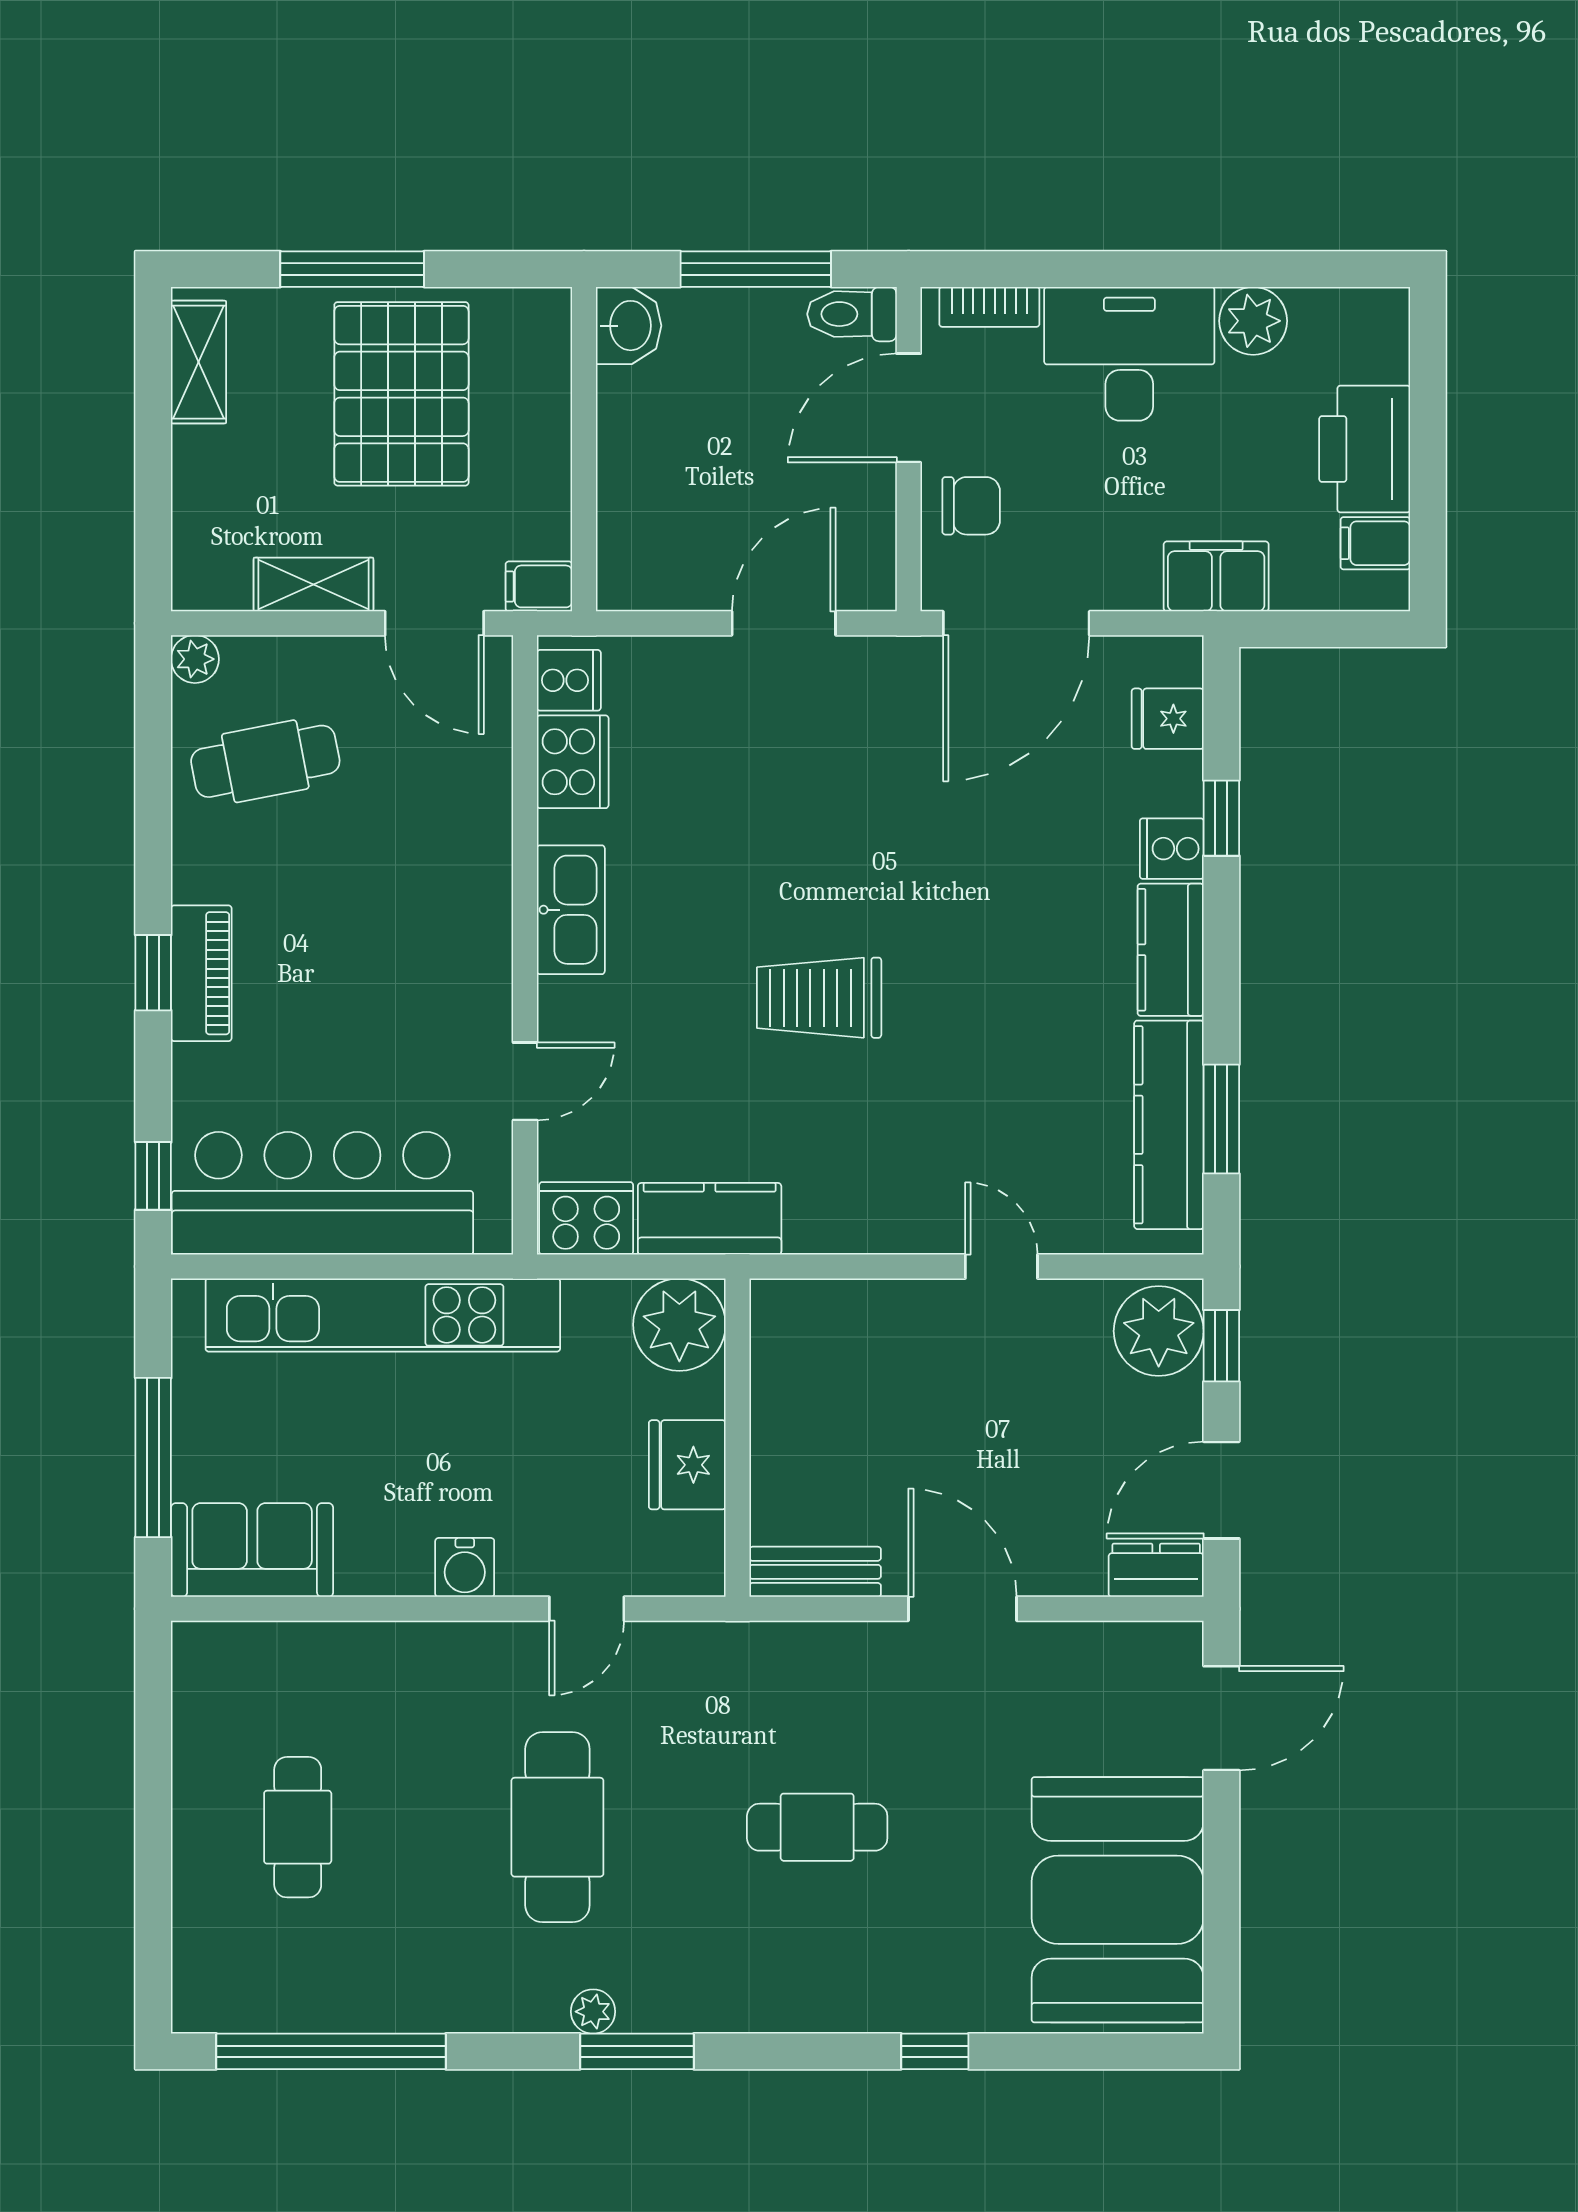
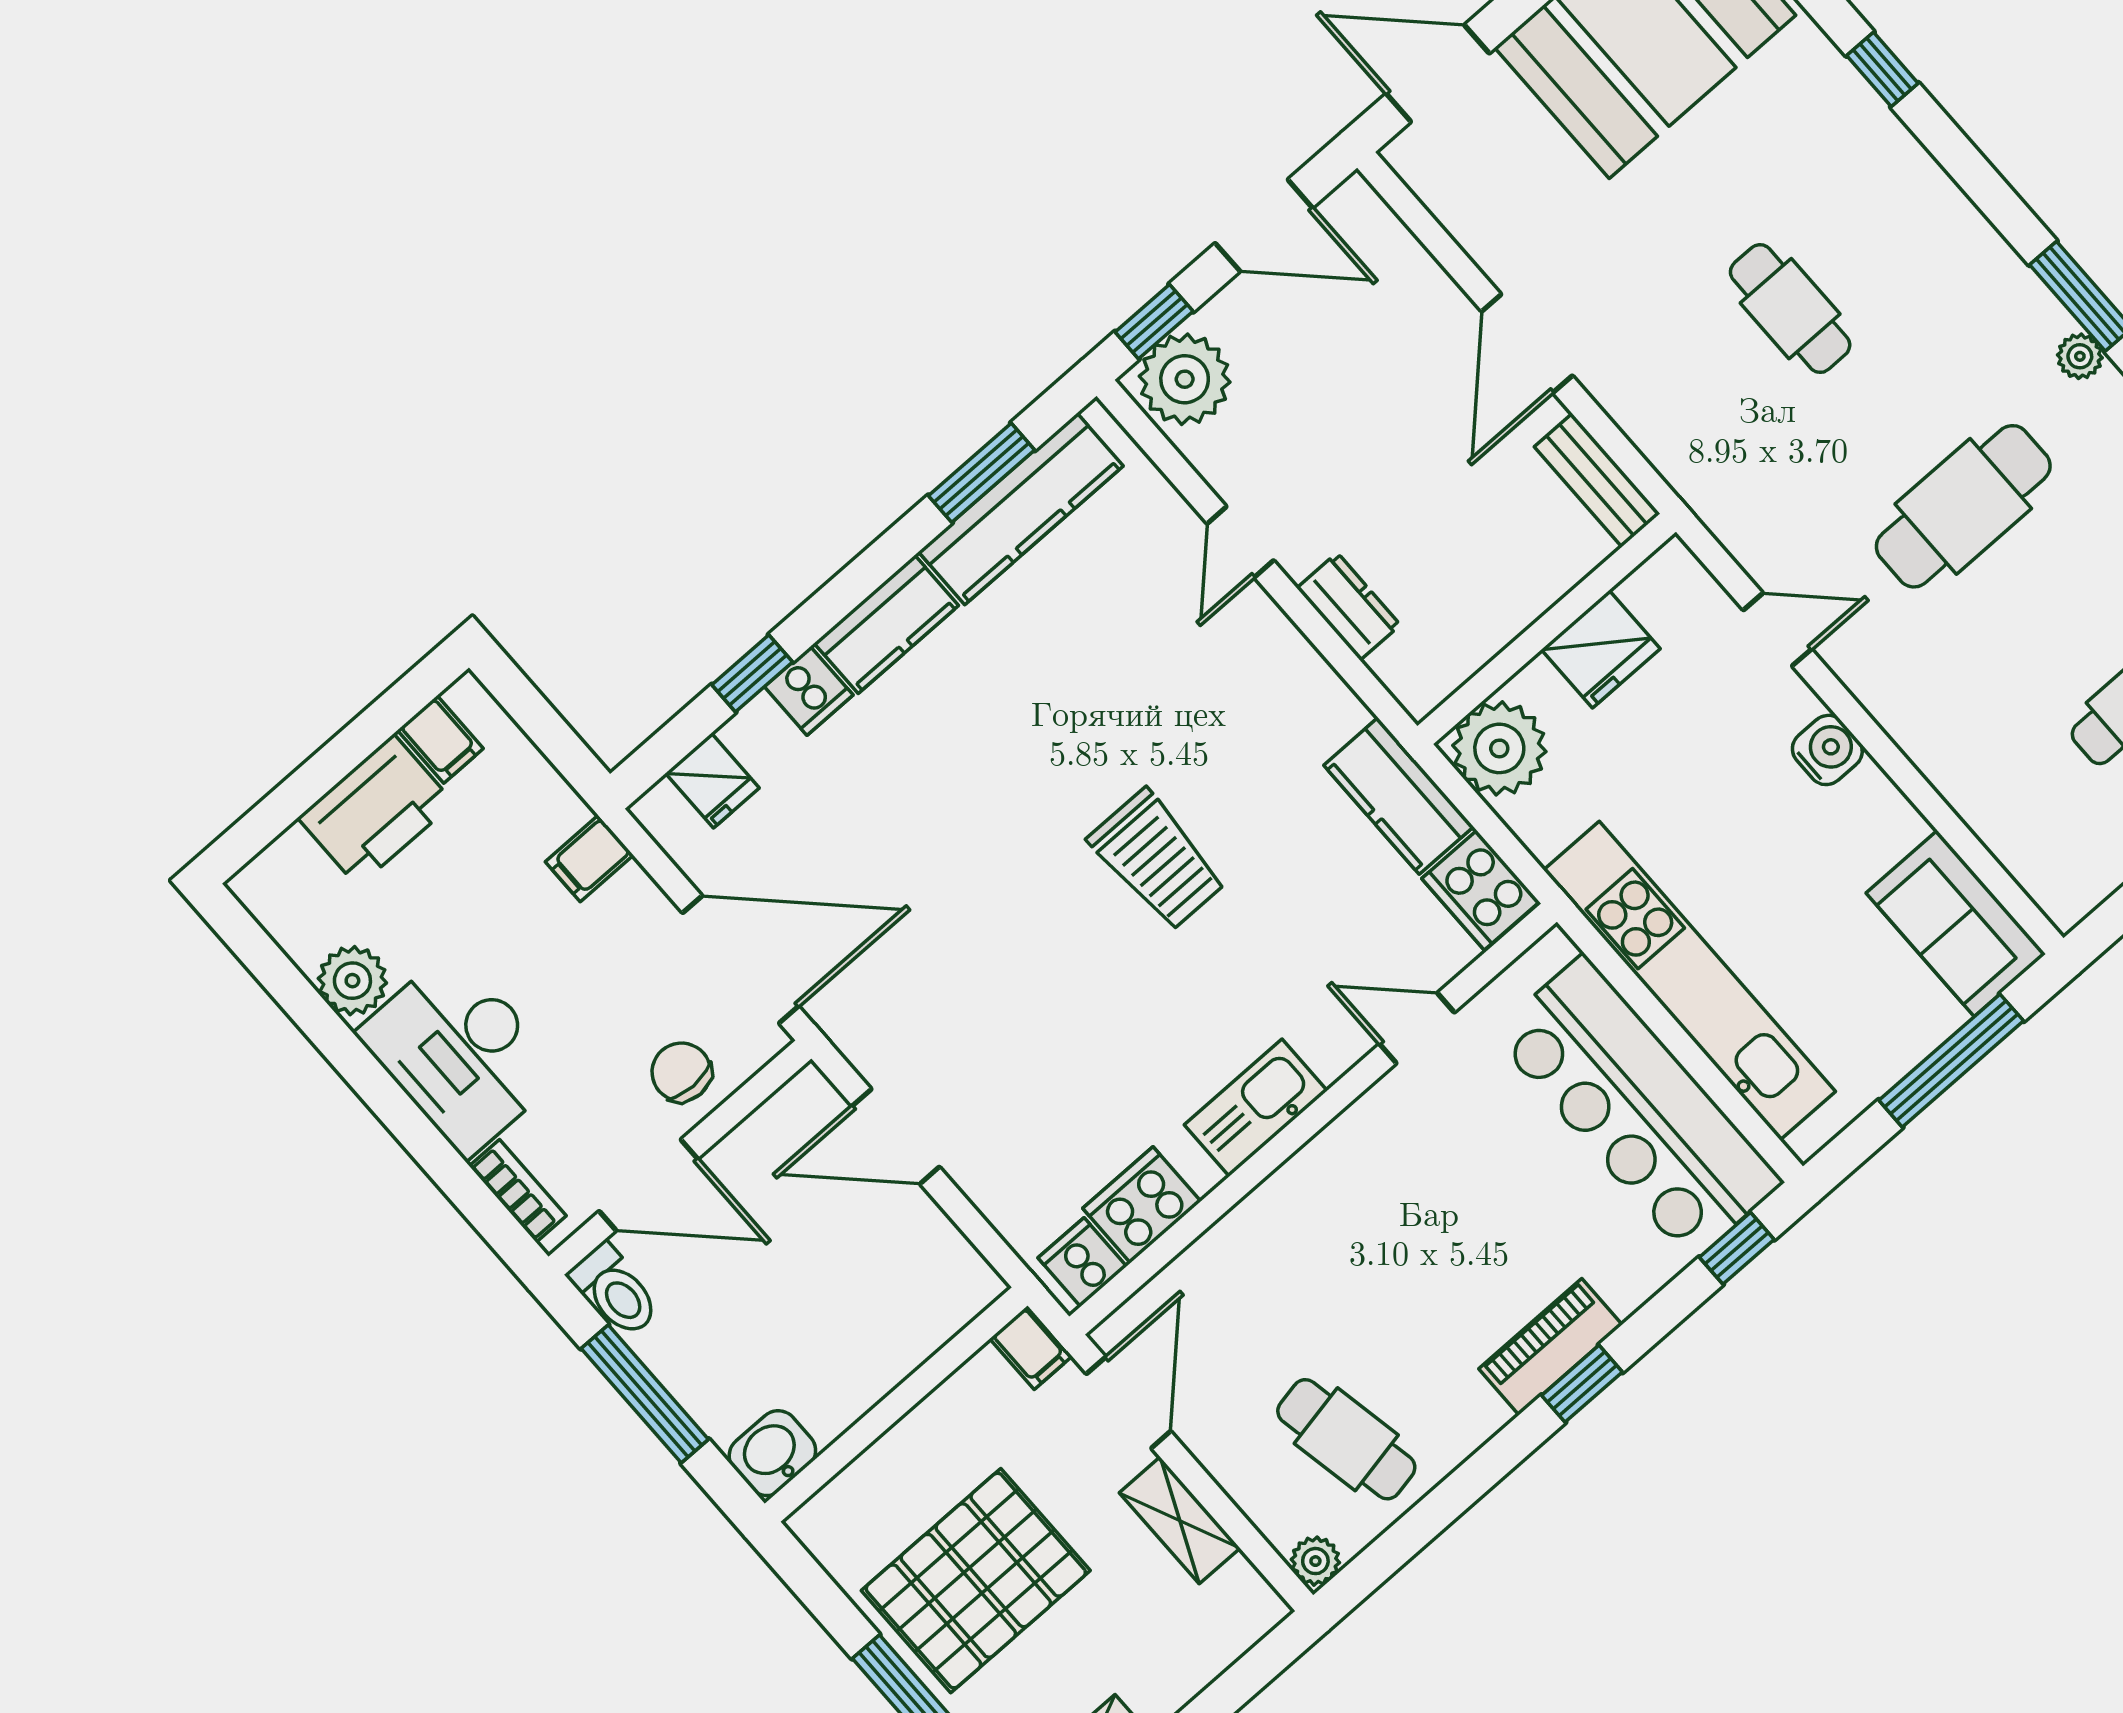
filing cabinet: (1216, 576) -> (589, 858), width x0.50
dresser: (1156, 1570) -> (1349, 606), moved, turned 180

